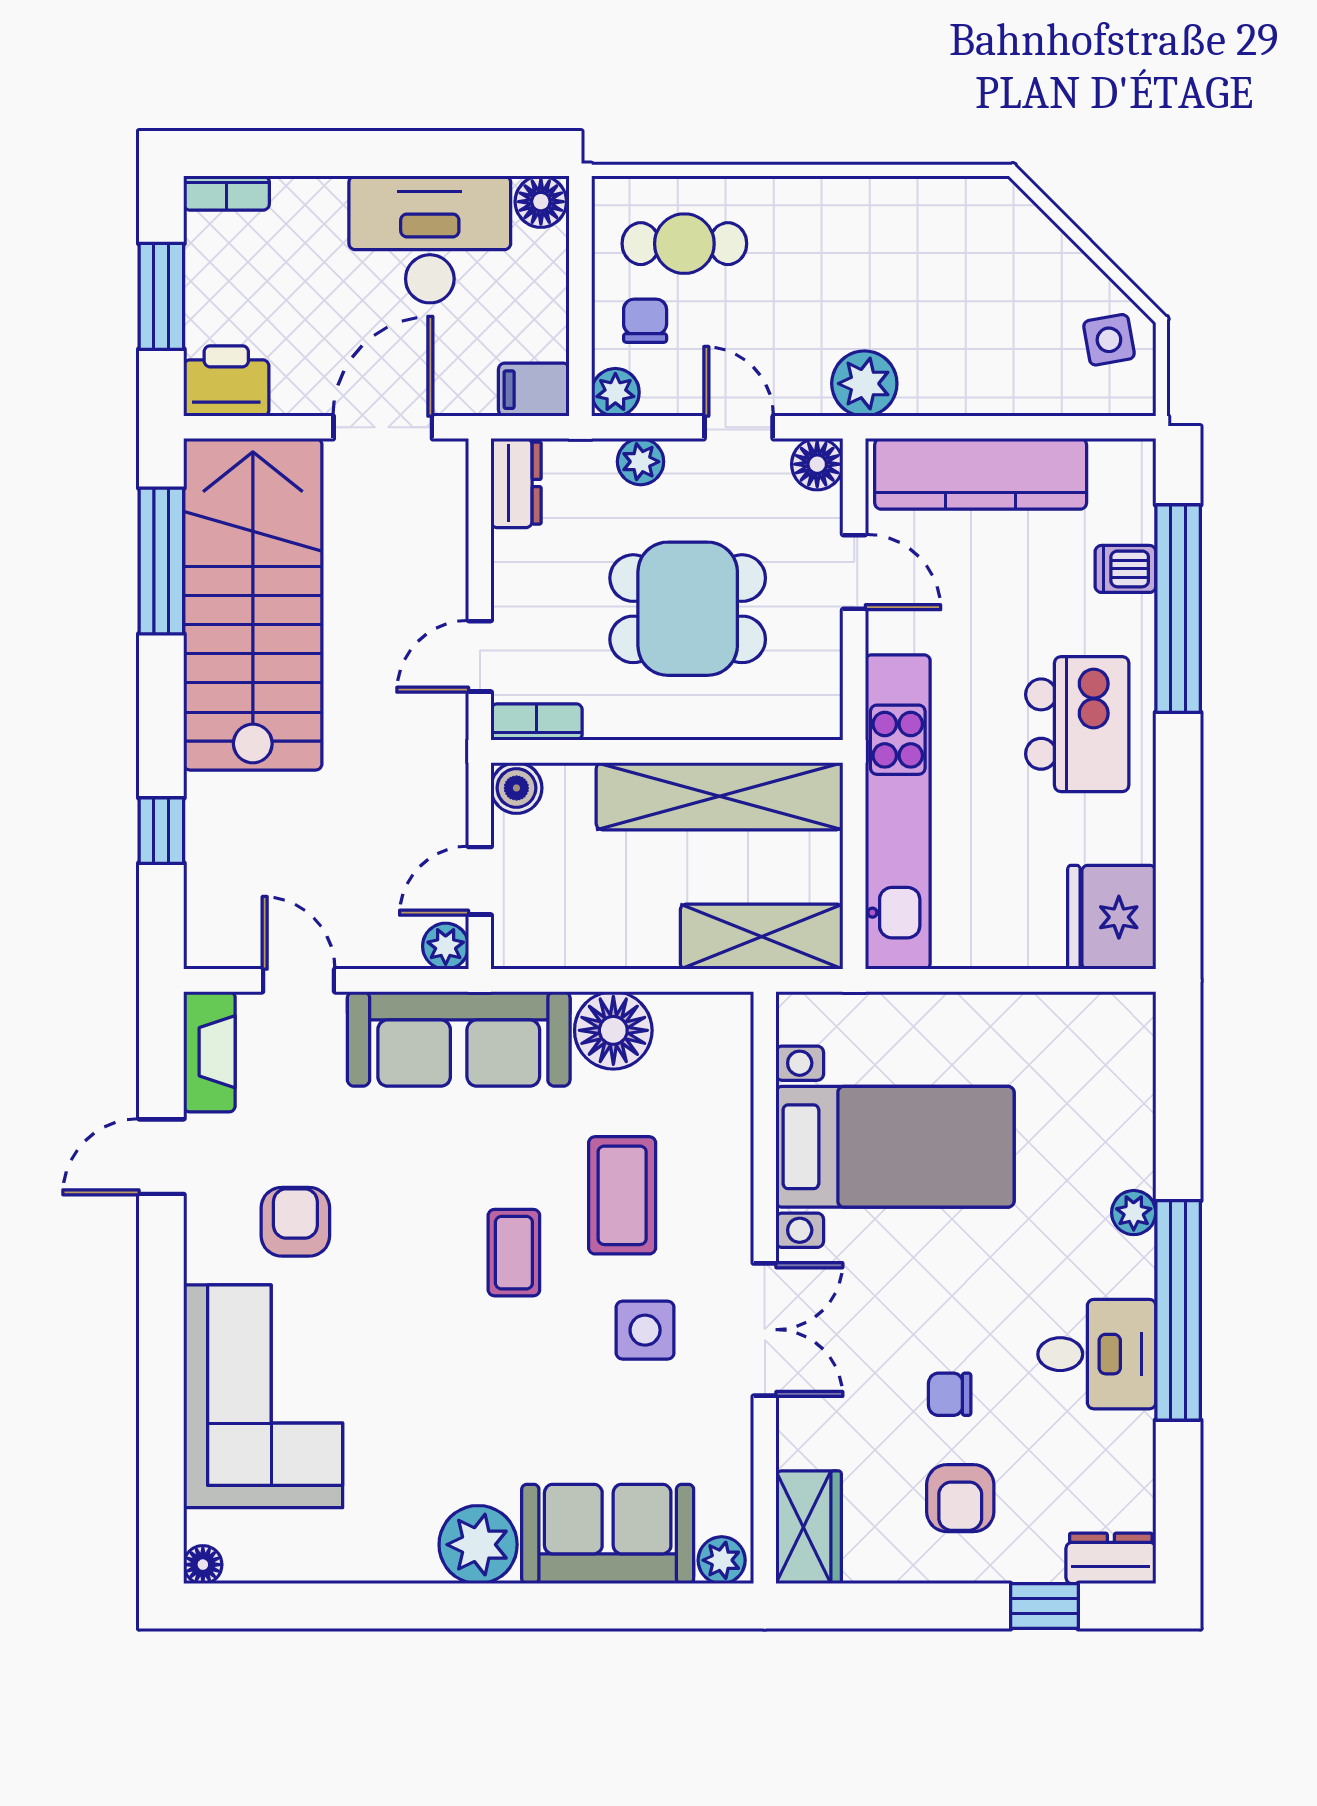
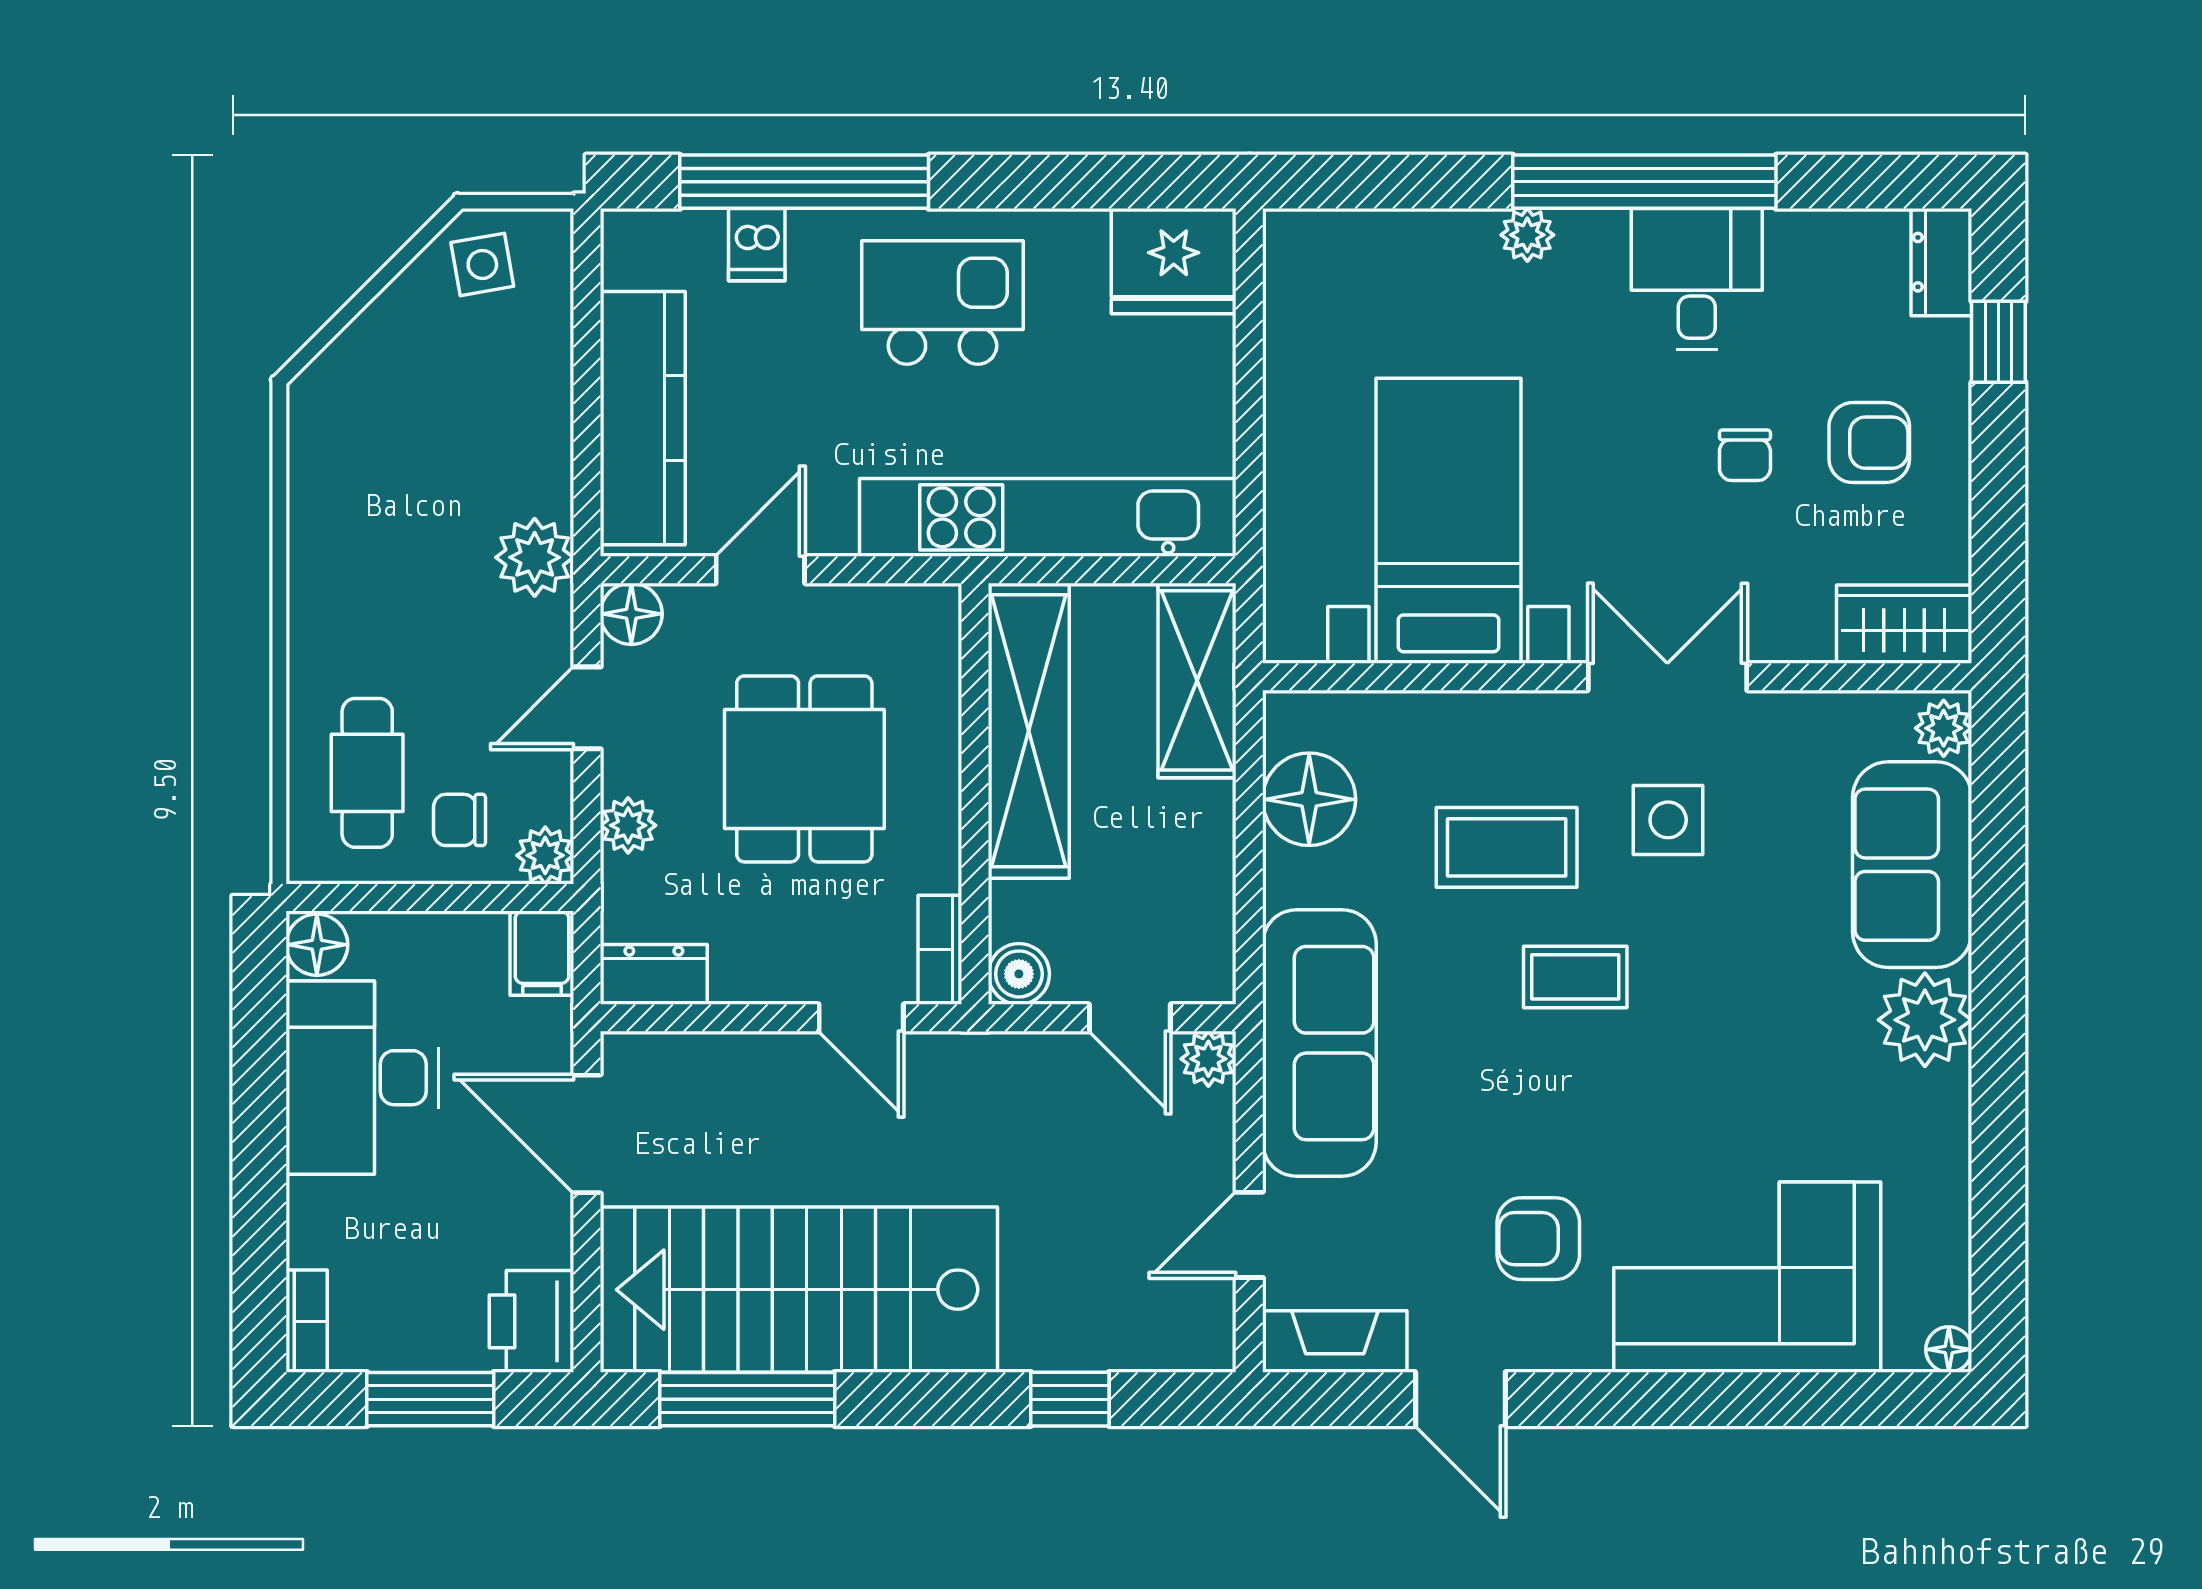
floor lamp: (613, 1030) -> (1309, 799), moved

